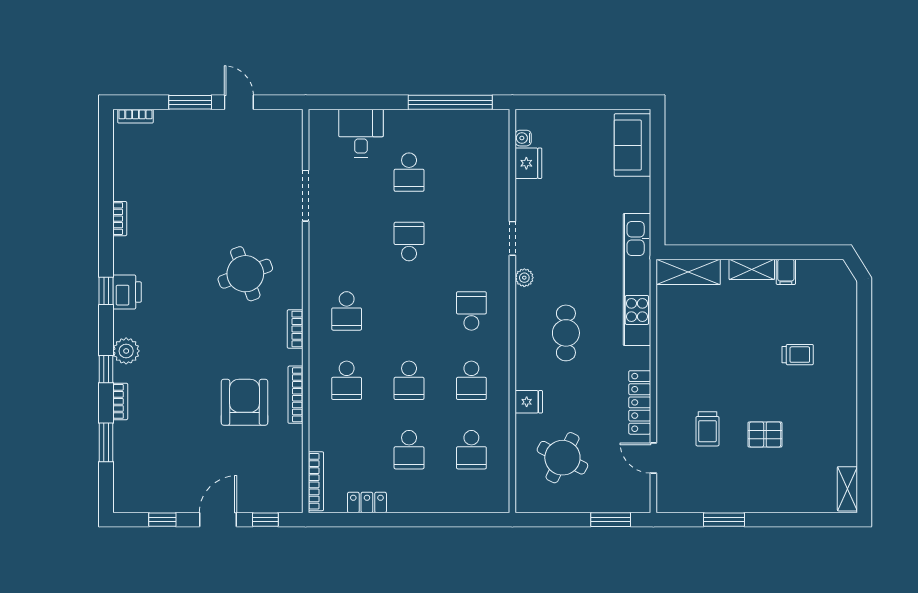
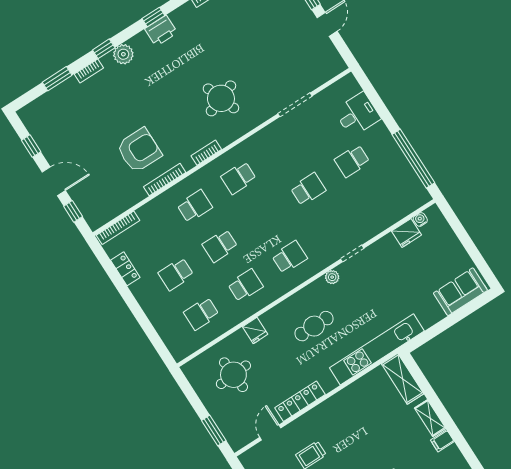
school desk: (347, 380) -> (195, 206), turned 180
school desk: (471, 380) -> (245, 285), turned 180
round table: (562, 458) -> (233, 375), turned -31

